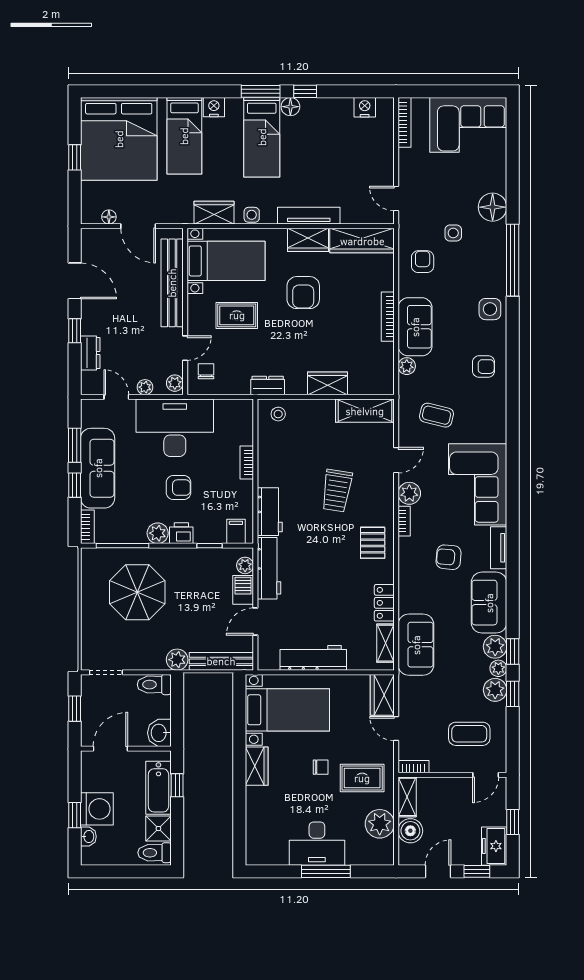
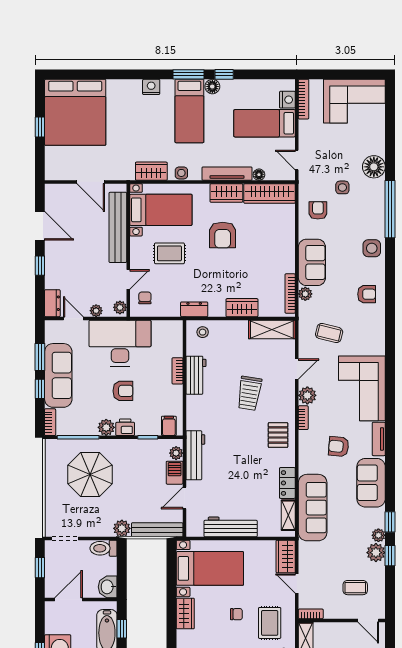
nightstand: (365, 107) -> (287, 100), moved, turned 90
bed: (184, 136) -> (265, 123), moved, turned 90
floor lamp: (109, 217) -> (259, 175), moved
bookcase: (388, 317) -> (290, 293), moved
dresser: (90, 353) -> (52, 303), moved
workbench: (270, 512) -> (196, 375), moved
sofa: (416, 645) -> (313, 508), width x1.36
plant: (495, 647) -> (376, 518), removed
coffee table: (469, 734) -> (355, 588), width x0.73, depth x0.77
door: (486, 775) -> (368, 620), hinge flipped
rug: (362, 778) -> (270, 623), turned 90

